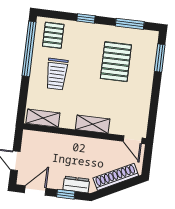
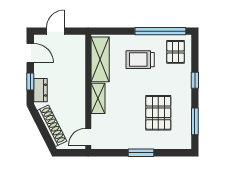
pallet: (53, 35) -> (176, 52), turned 90
window: (160, 58) -> (141, 153), moved
pallet: (116, 62) -> (158, 113), turned 90
shelving: (43, 118) -> (100, 59), width x1.50, depth x1.33

